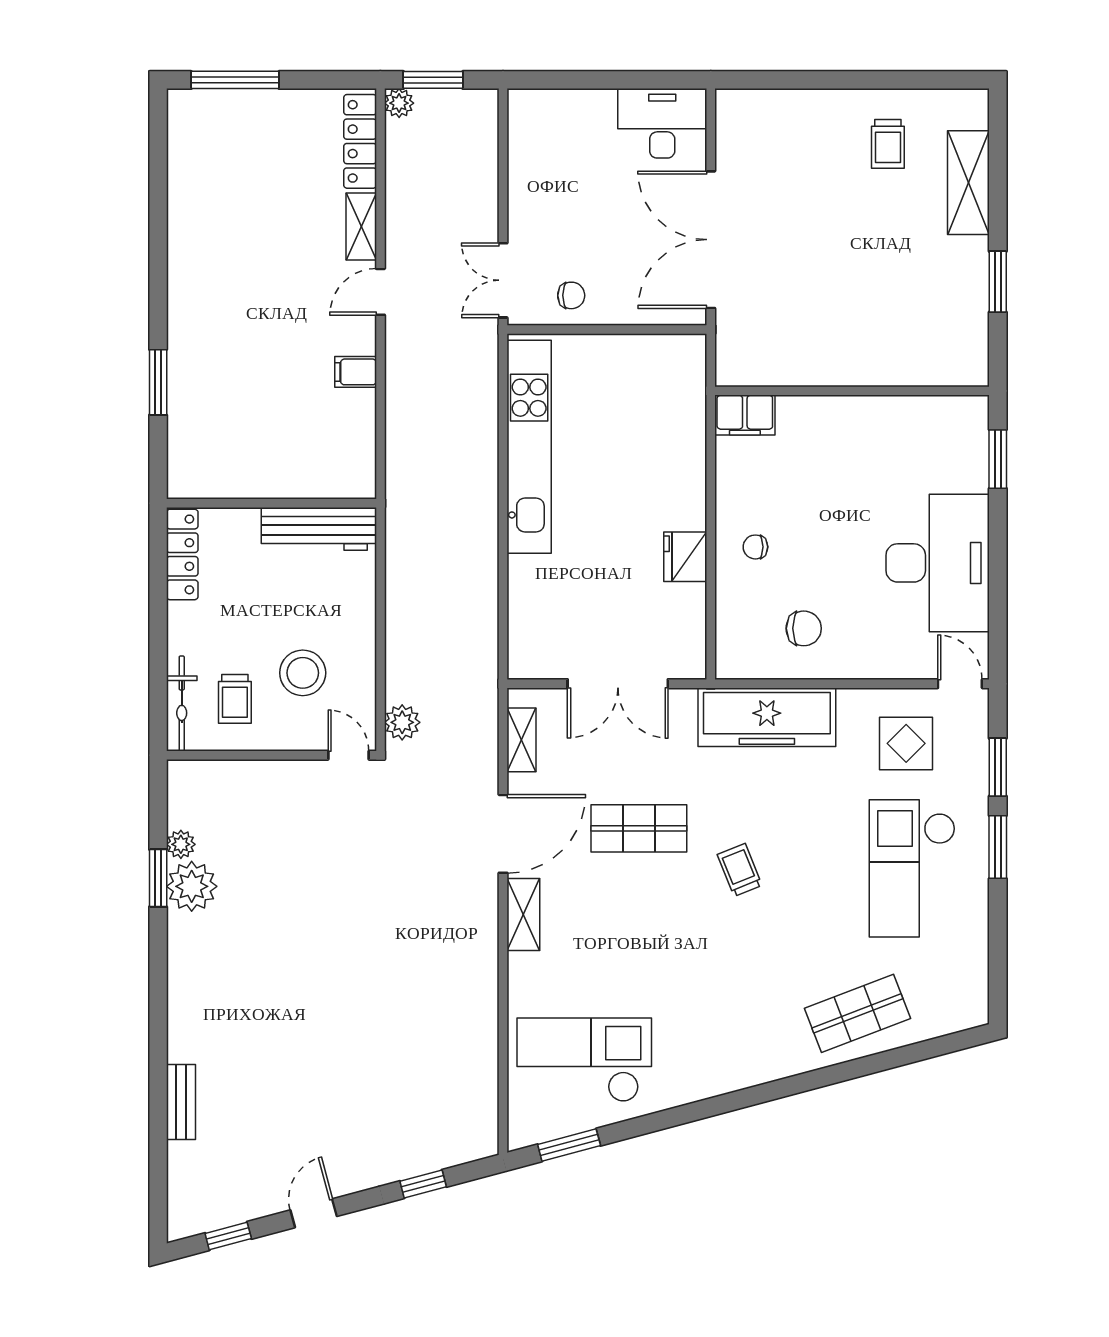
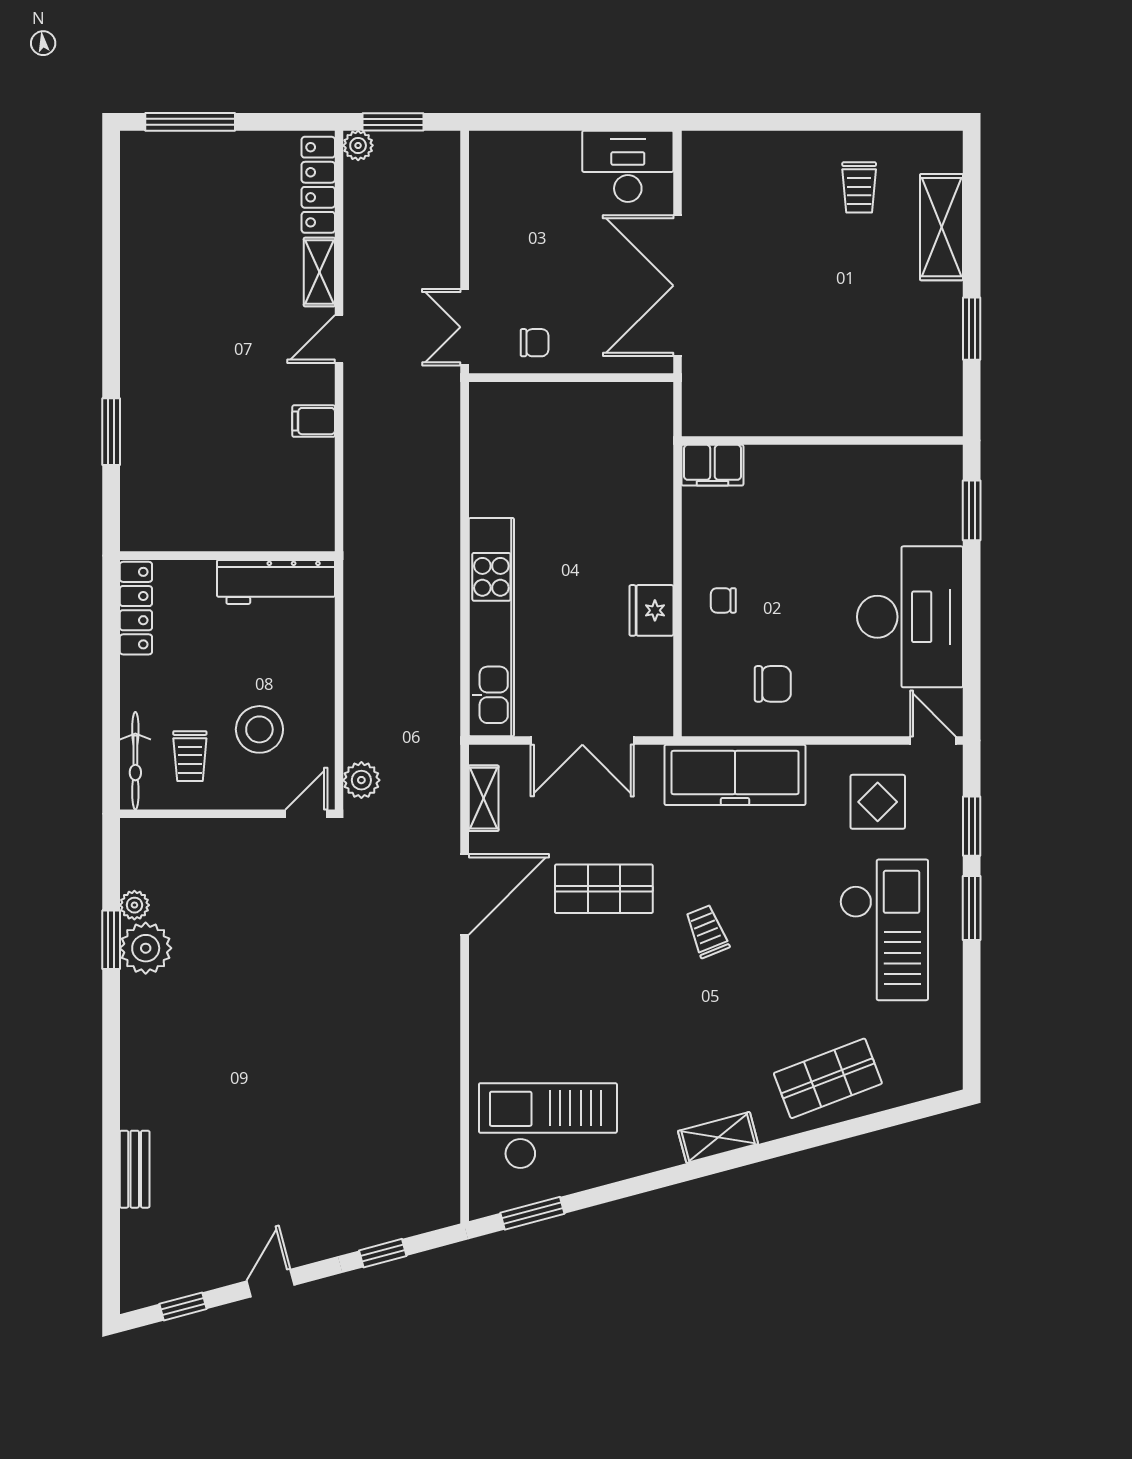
kitchen unit: (529, 447) -> (491, 627), moved
door: (349, 755) -> (306, 814), hinge flipped
checkout: (912, 868) -> (884, 930), turned 180
shelving: (523, 914) -> (718, 1137), moved, turned 75

